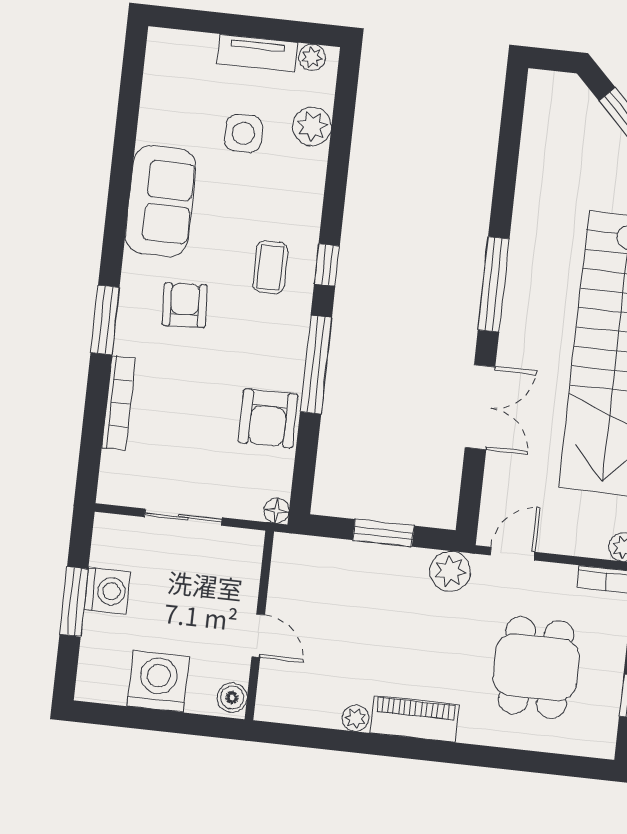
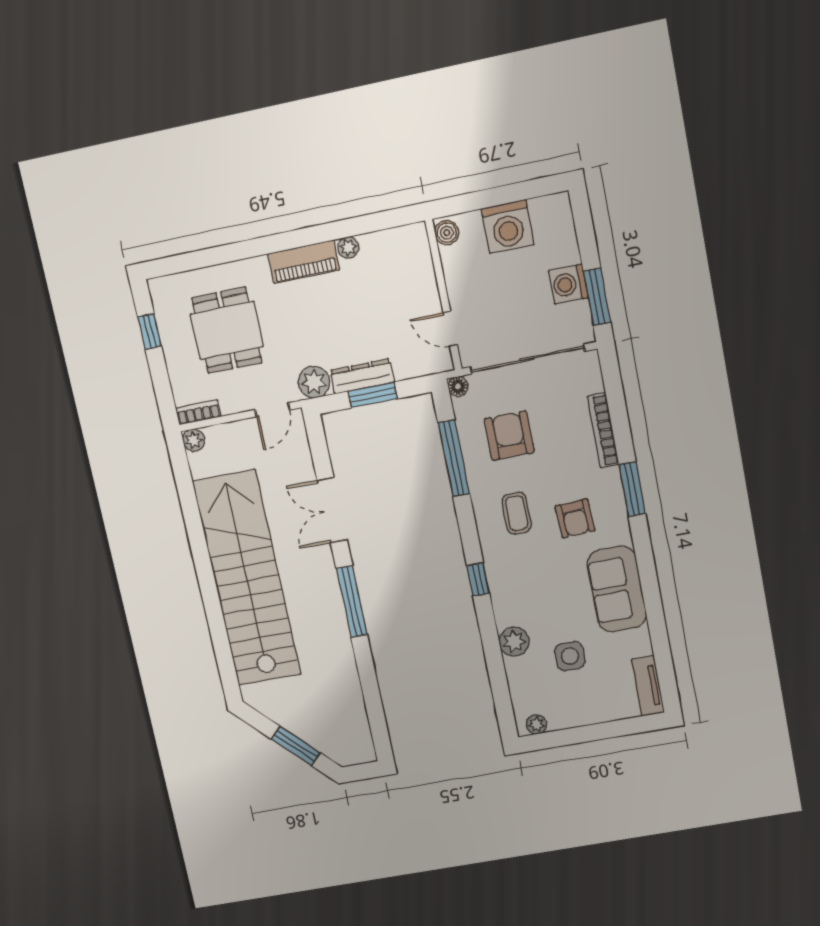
tv unit: (257, 53) -> (648, 686), moved, turned -90
plant: (312, 126) -> (514, 642), moved
coffee table: (270, 267) -> (517, 513), moved
window: (316, 365) -> (454, 458), moved
armchair: (268, 418) -> (509, 436), moved
sliding door: (183, 517) -> (527, 359), width x1.86
dresser: (389, 560) -> (362, 376), added
window: (74, 602) -> (597, 297), moved
door: (258, 636) -> (450, 329), moved

